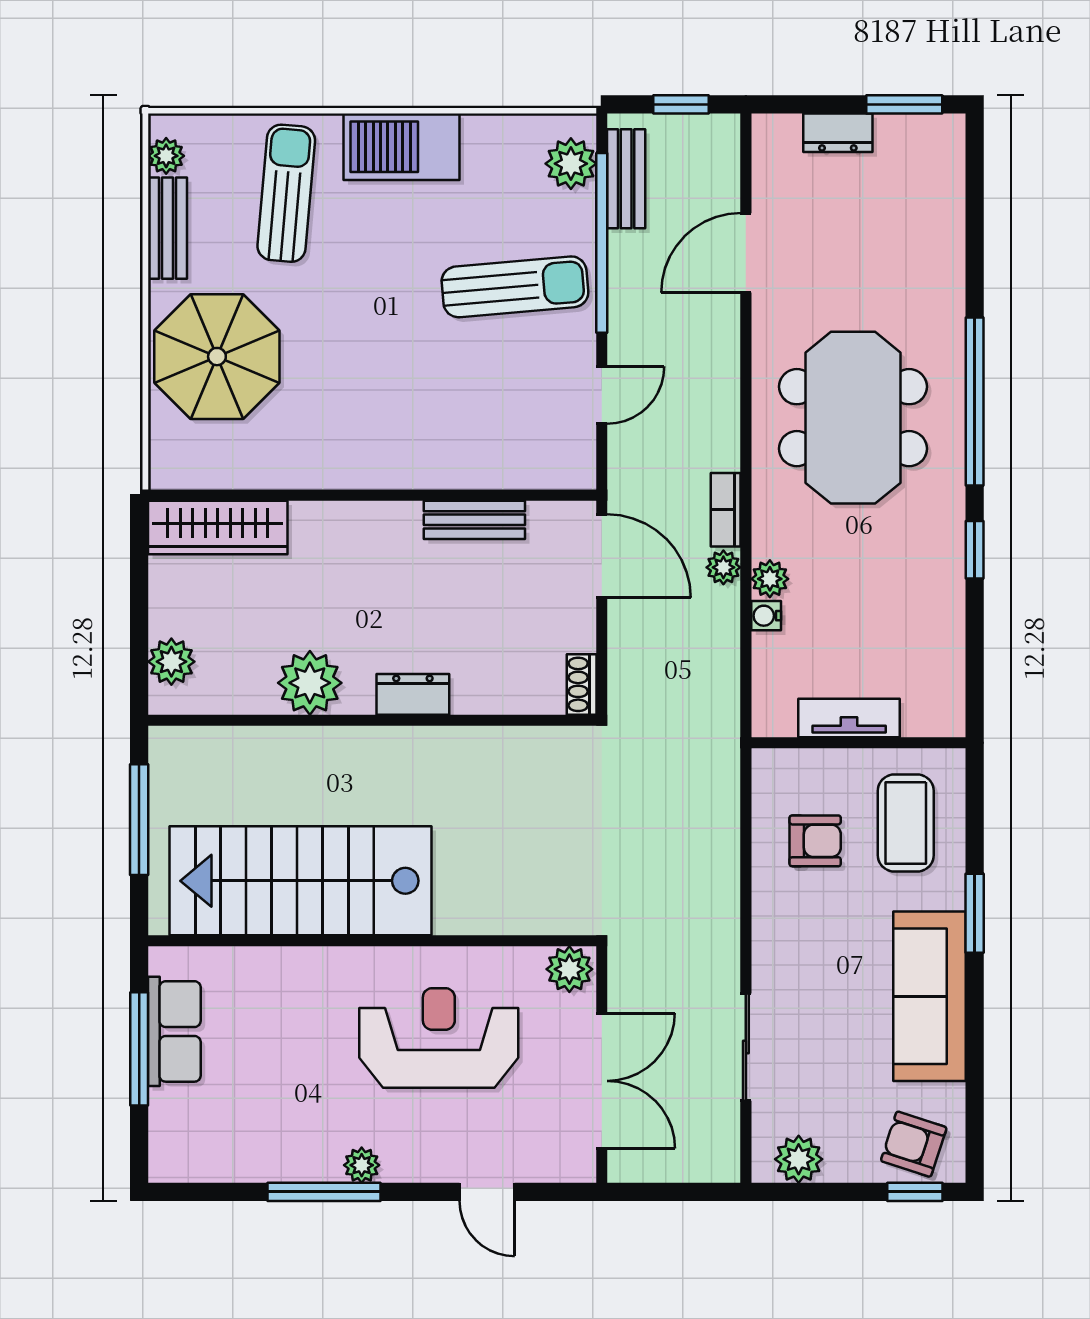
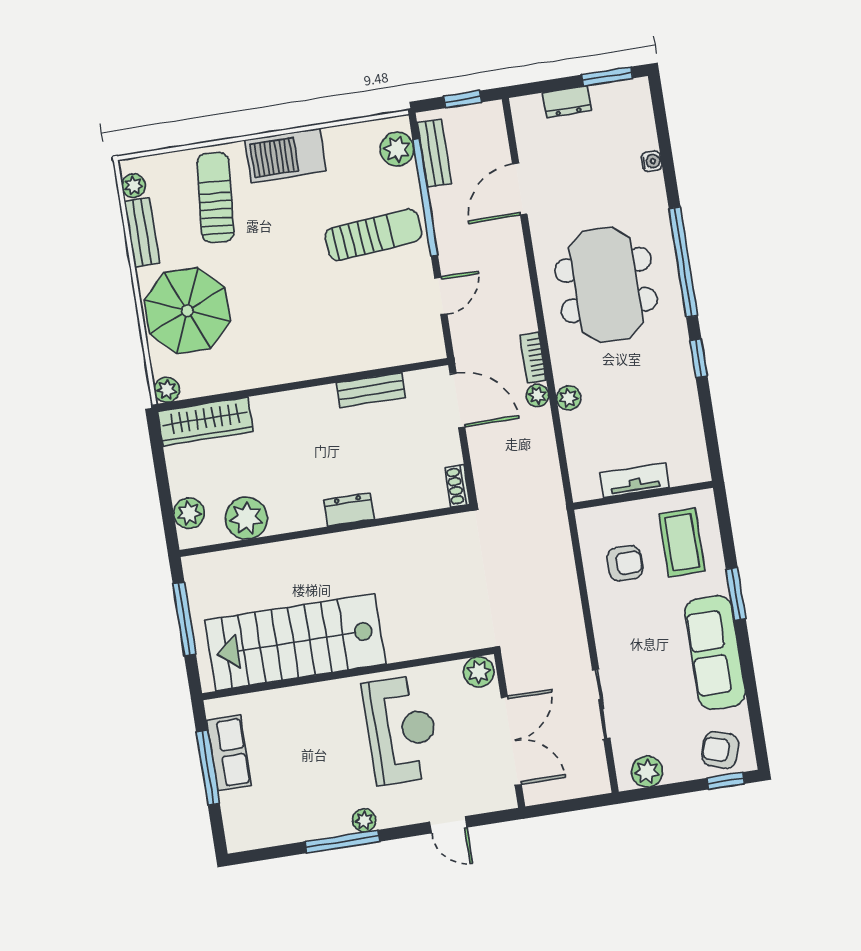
plant: (167, 471) -> (167, 390), added
water cooler: (766, 616) -> (651, 161), moved, turned 180
plant: (310, 683) -> (246, 518), moved
reception desk: (439, 1038) -> (401, 730), turned 90

